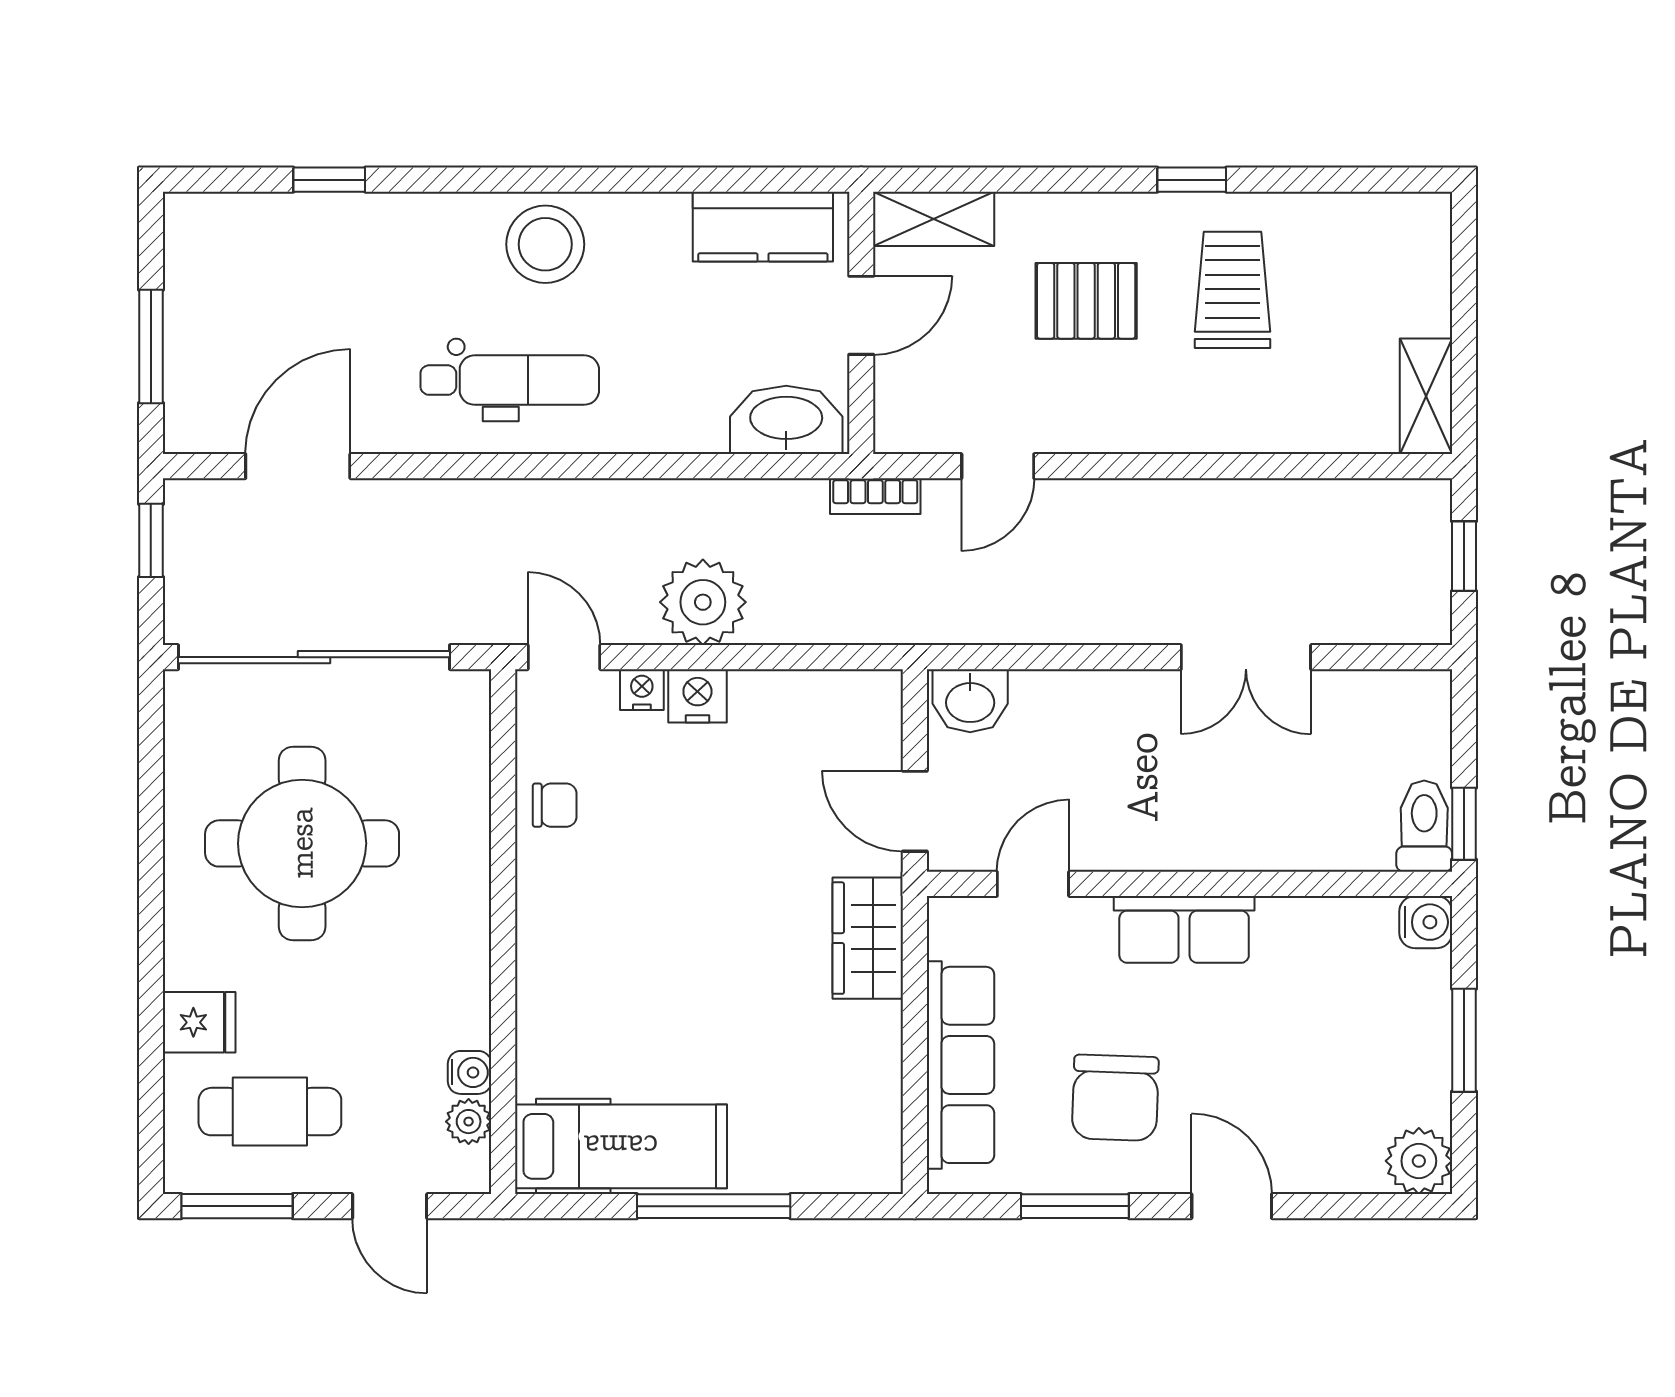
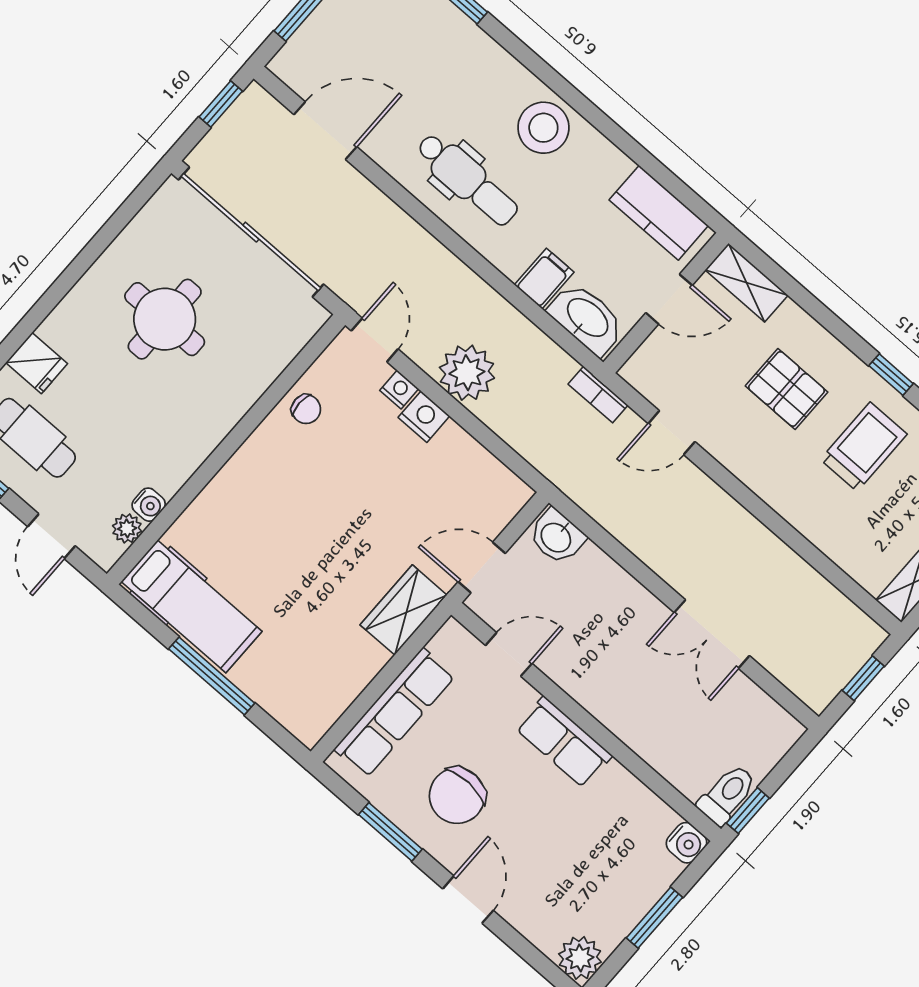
filing cabinet: (697, 417) -> (544, 279), added
door: (915, 811) -> (482, 568), hinge flipped
round table: (302, 843) -> (165, 319), width x0.73, depth x0.73

